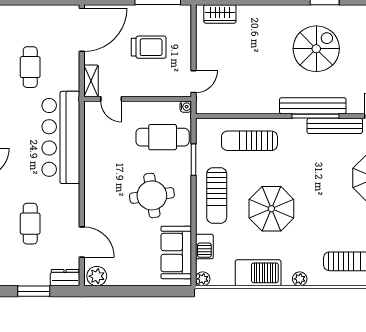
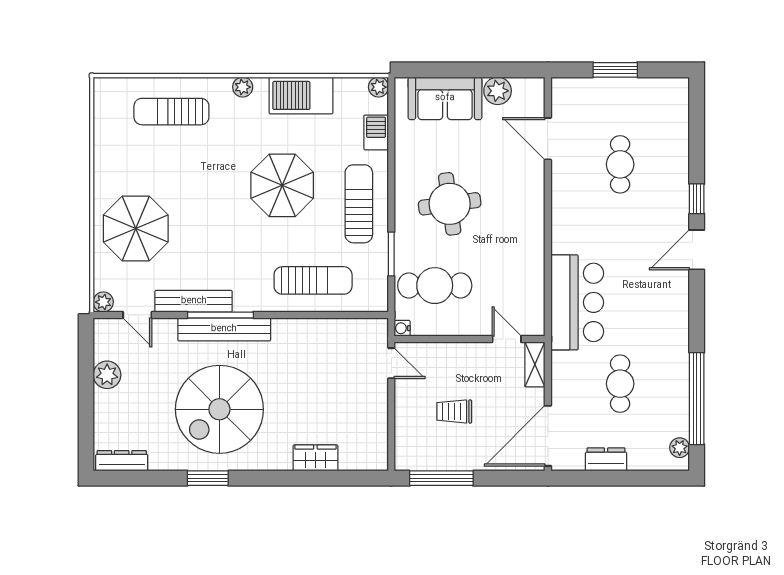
wardrobe: (220, 14) -> (315, 458), moved
trolley: (149, 47) -> (454, 411), width x0.73, depth x0.72
spiral stairs: (316, 49) -> (219, 409), width x1.37, depth x1.37
door: (194, 82) -> (391, 363), swing flipped
bar counter: (61, 137) -> (577, 302), width x0.73
sofa: (176, 252) -> (445, 98), moved, turned 90
plant: (97, 276) -> (498, 91), moved
dresser: (65, 278) -> (606, 459), moved, turned 180

